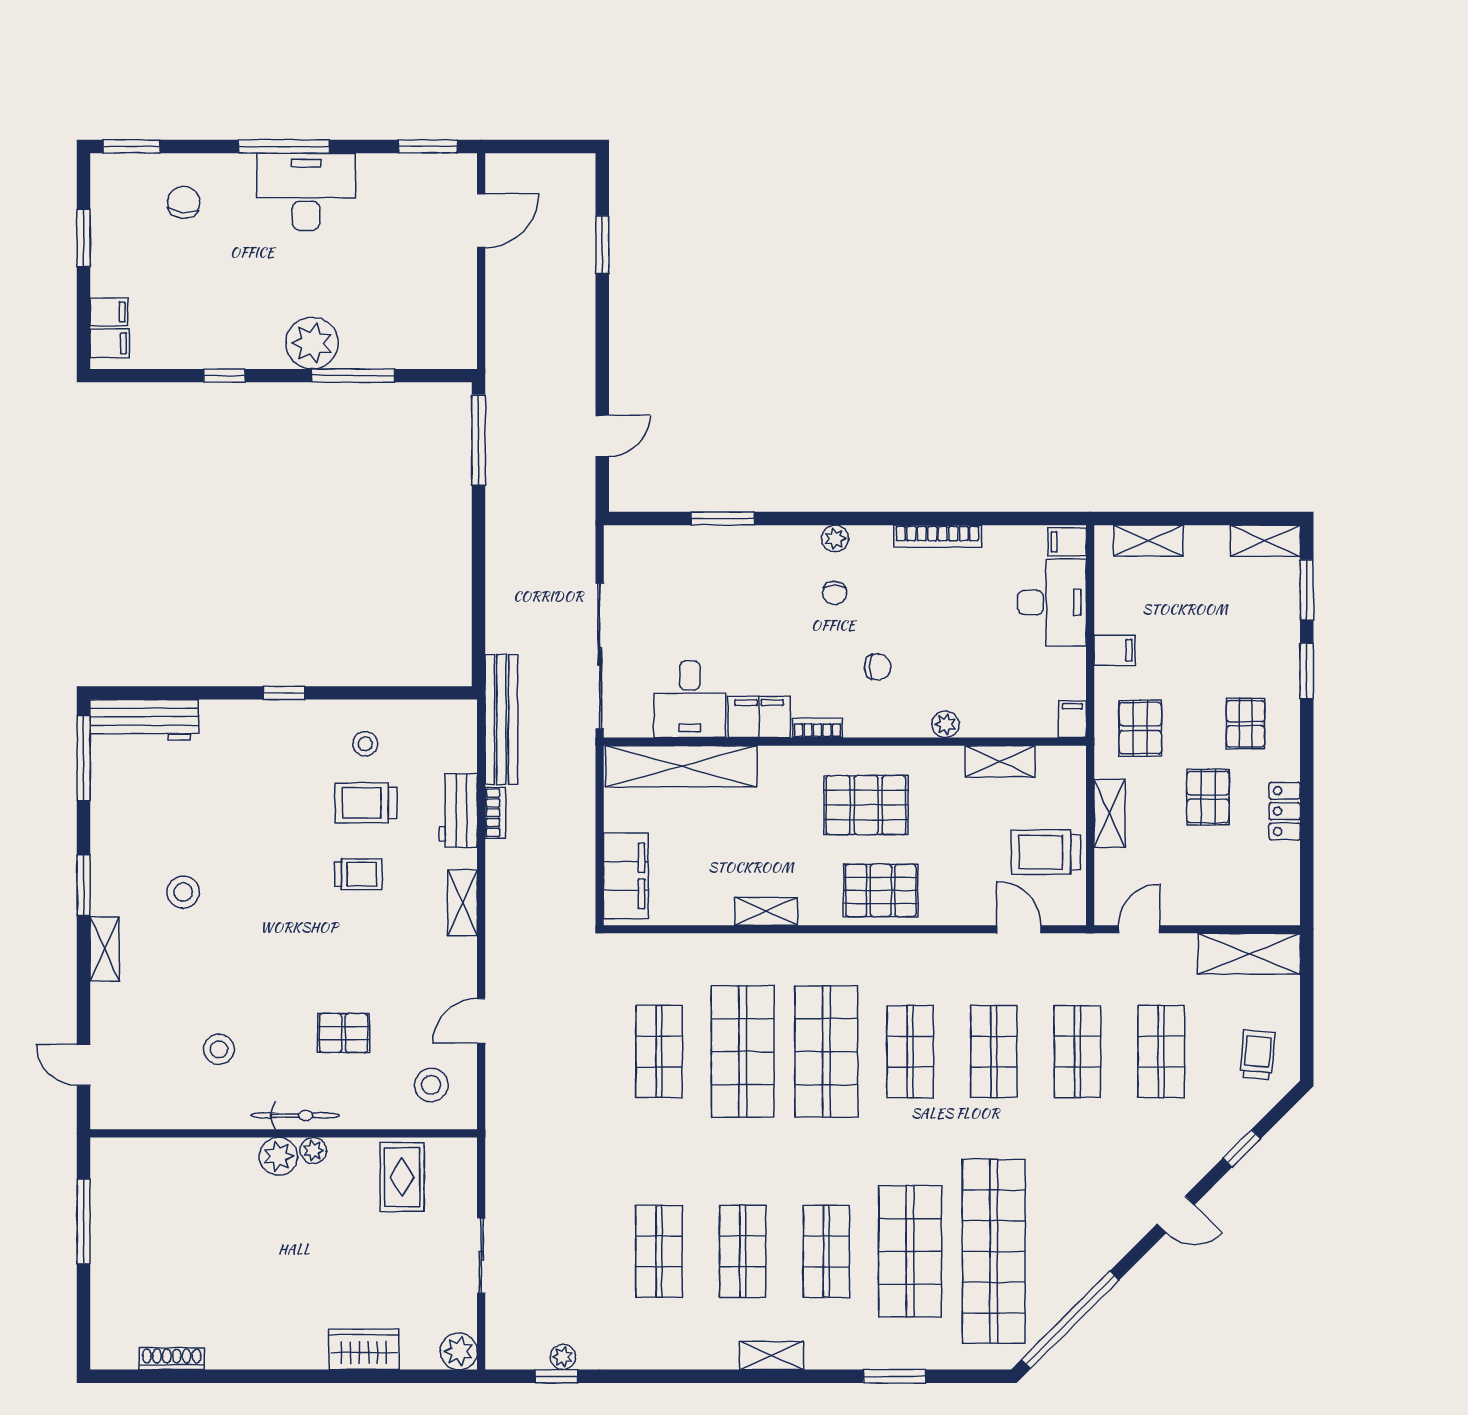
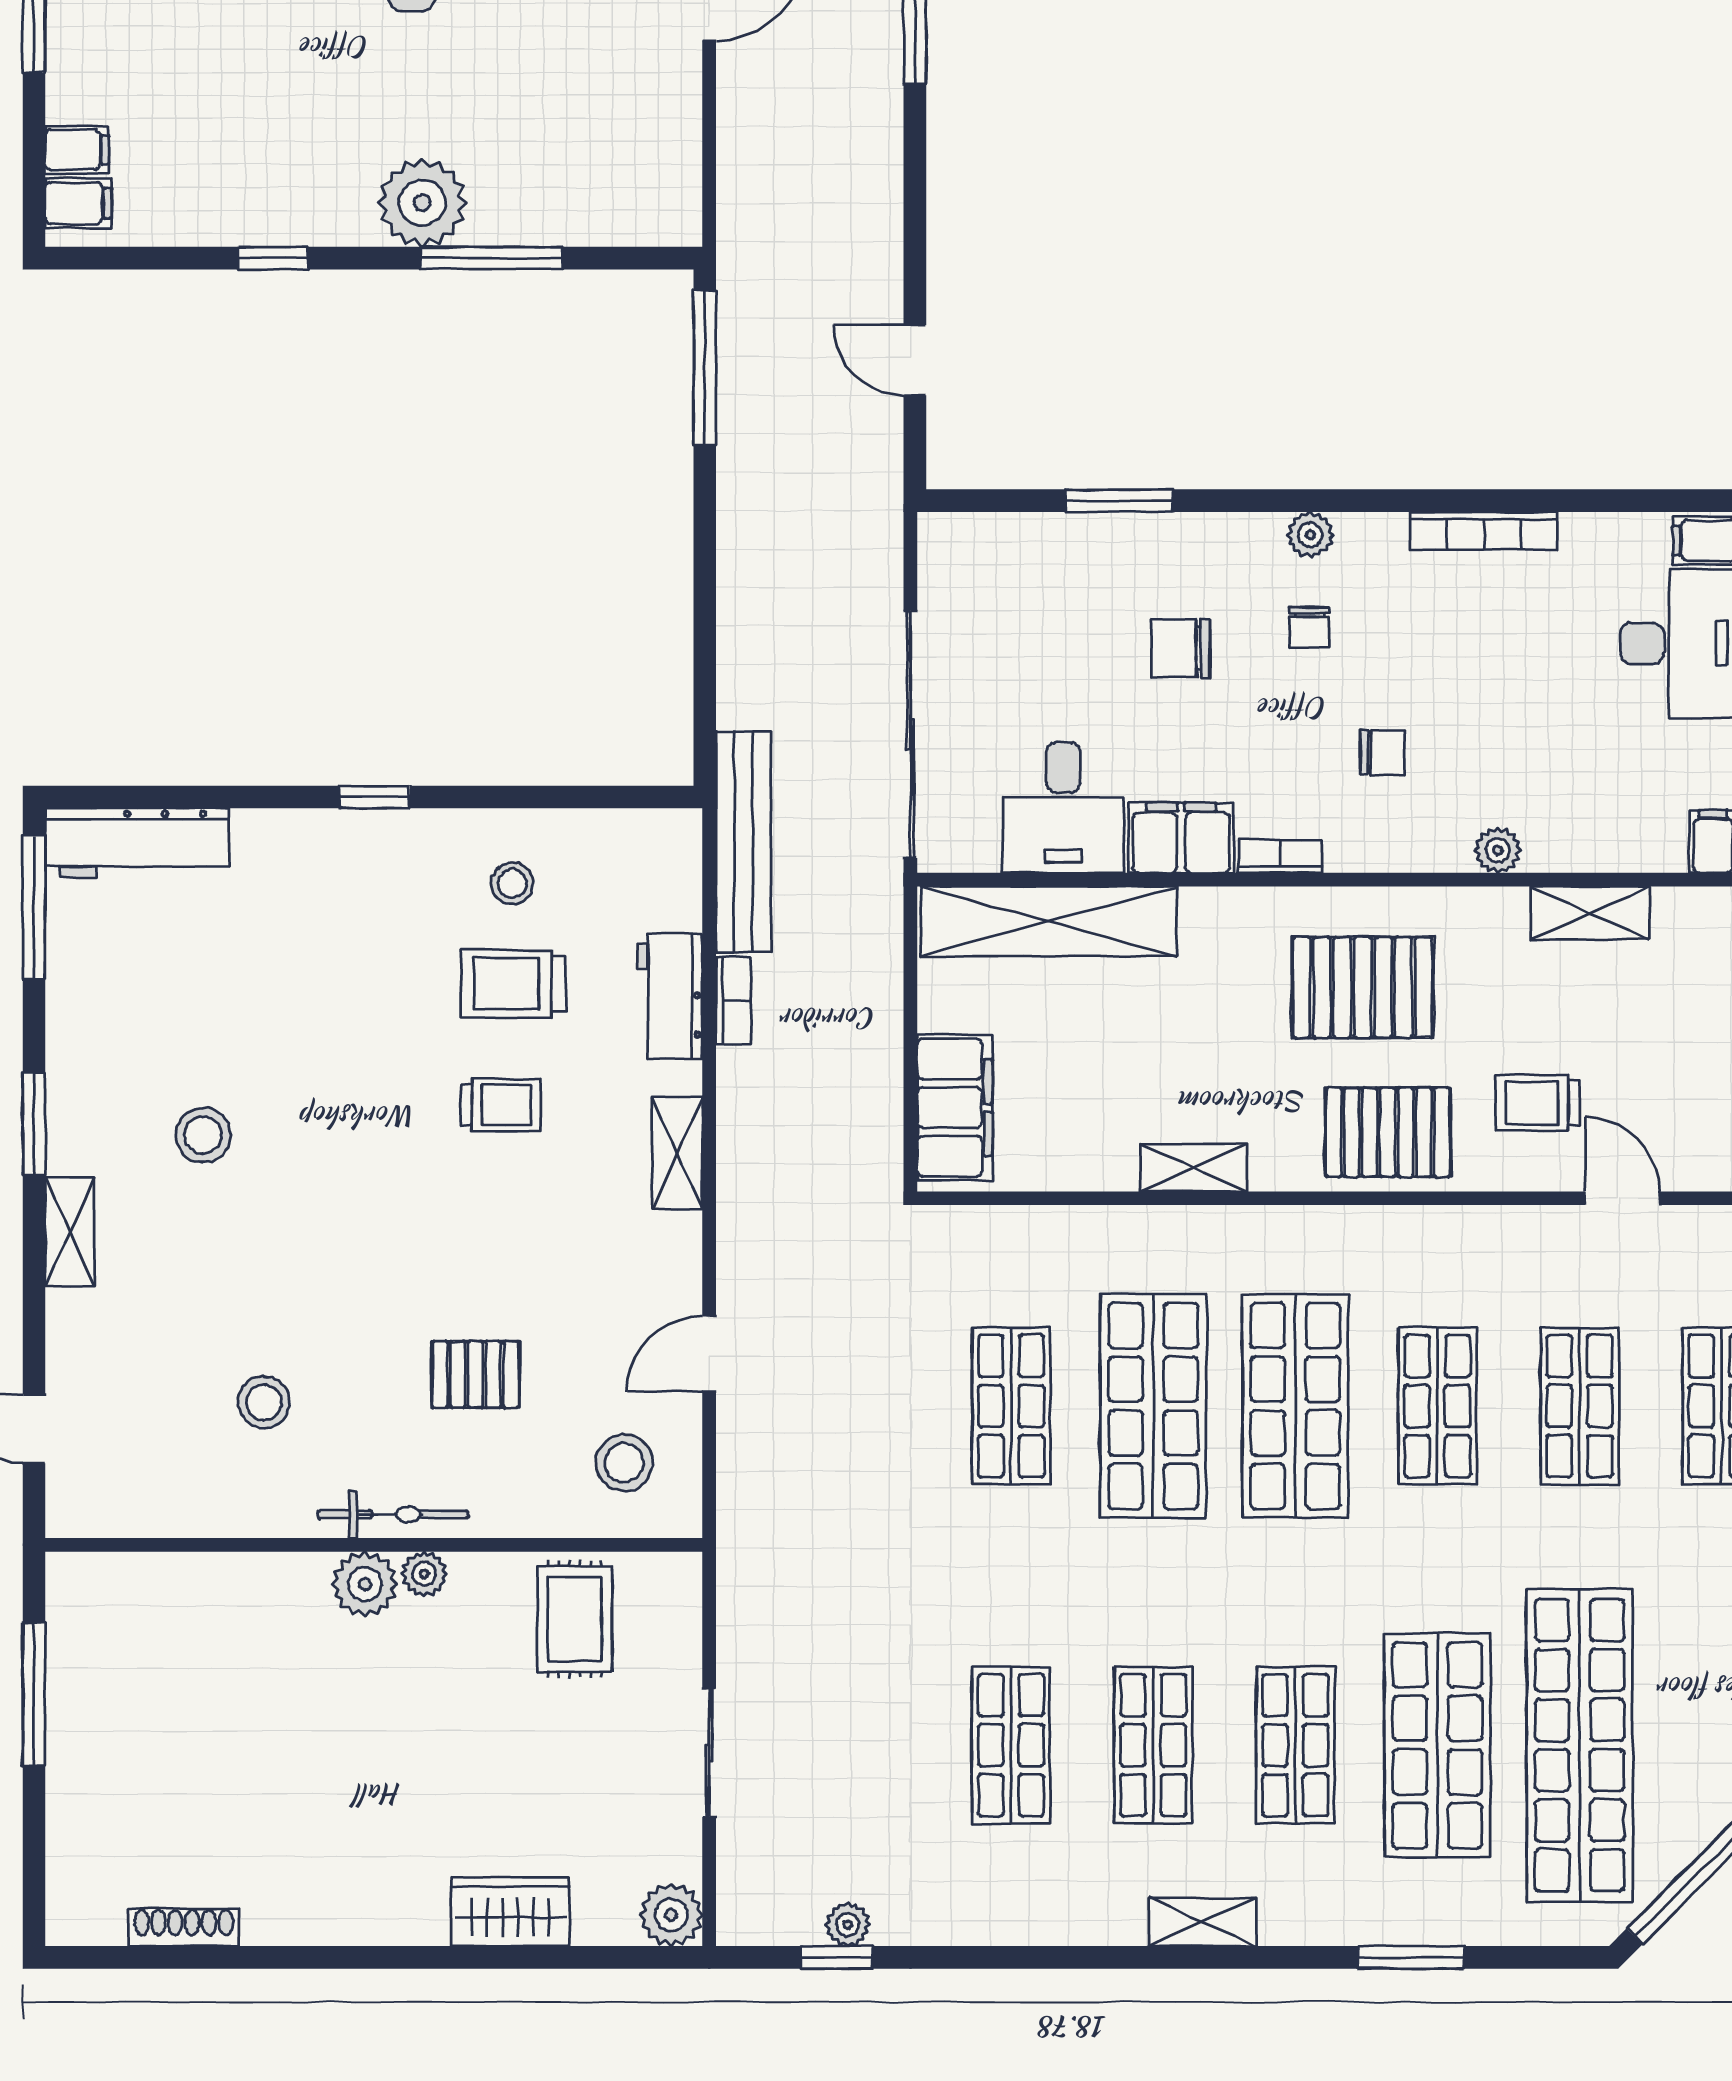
door: (602, 436) -> (915, 360), swing flipped
chair: (759, 605) -> (1181, 648), added
trolley: (1046, 852) -> (1538, 1103), moved, width x0.73, depth x0.72

